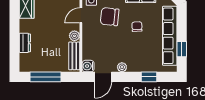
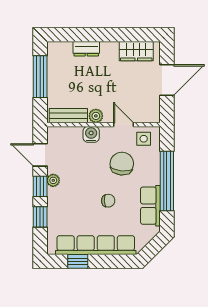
water cooler: (88, 66) -> (91, 134), moved
window: (126, 77) -> (40, 186), added

